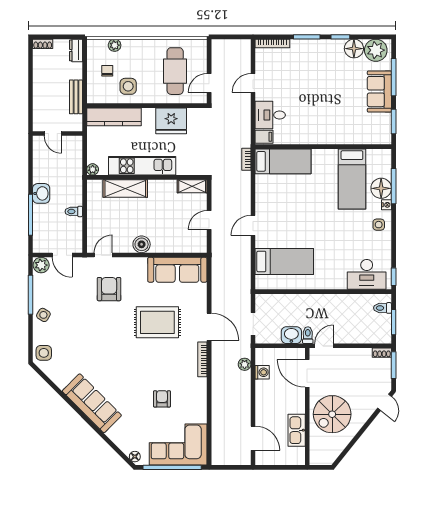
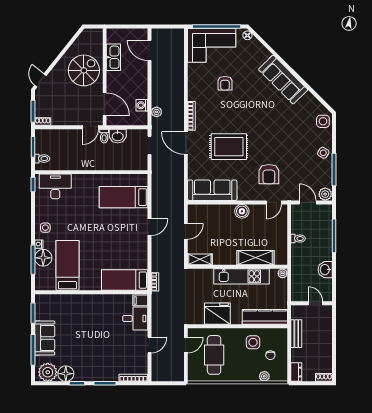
washbasin: (41, 193) -> (325, 270), moved

